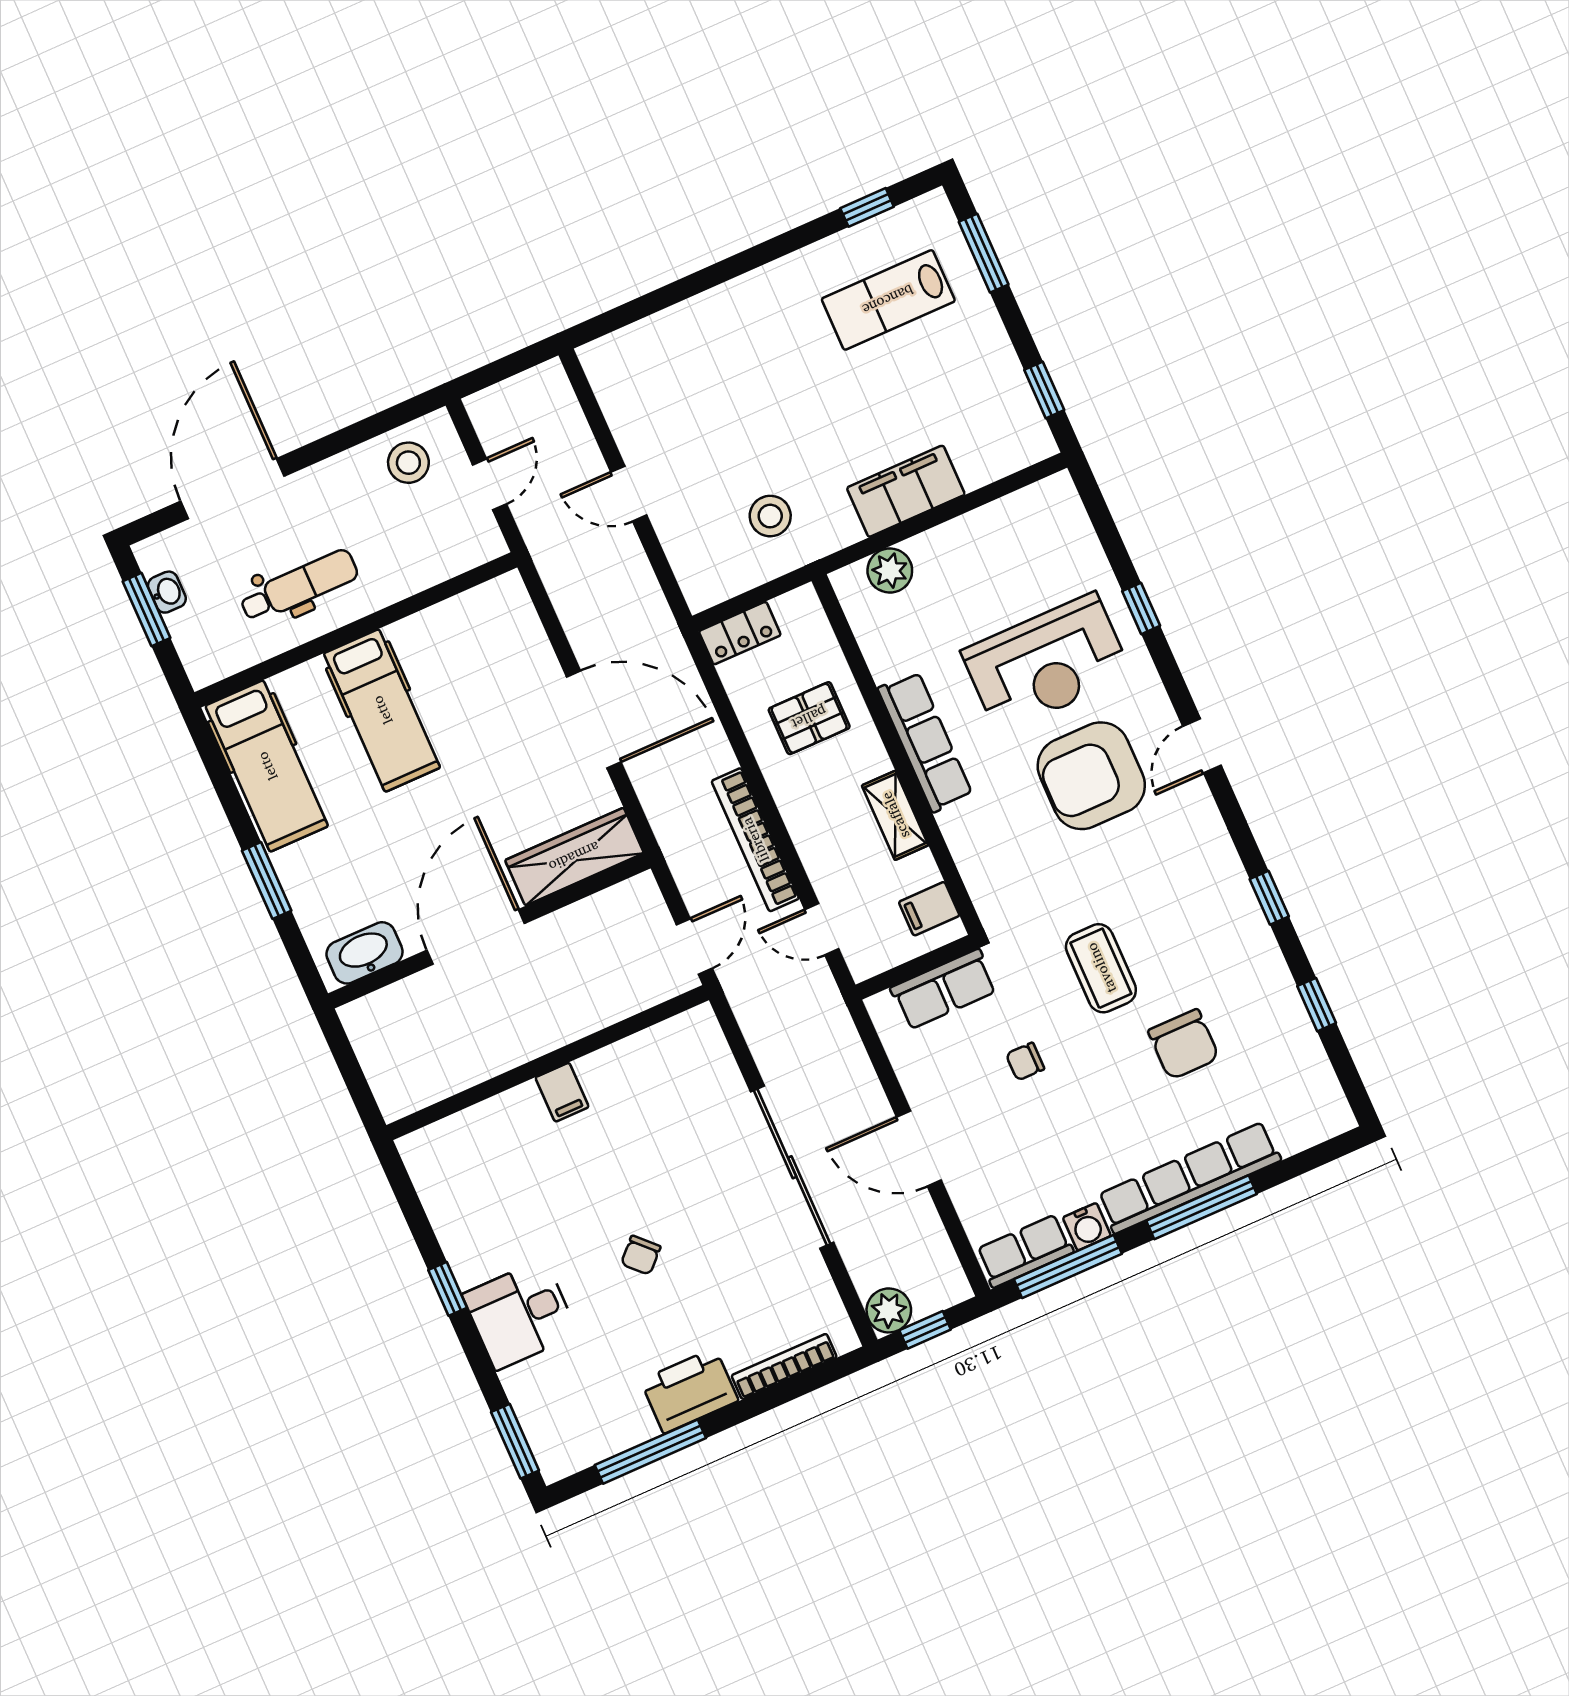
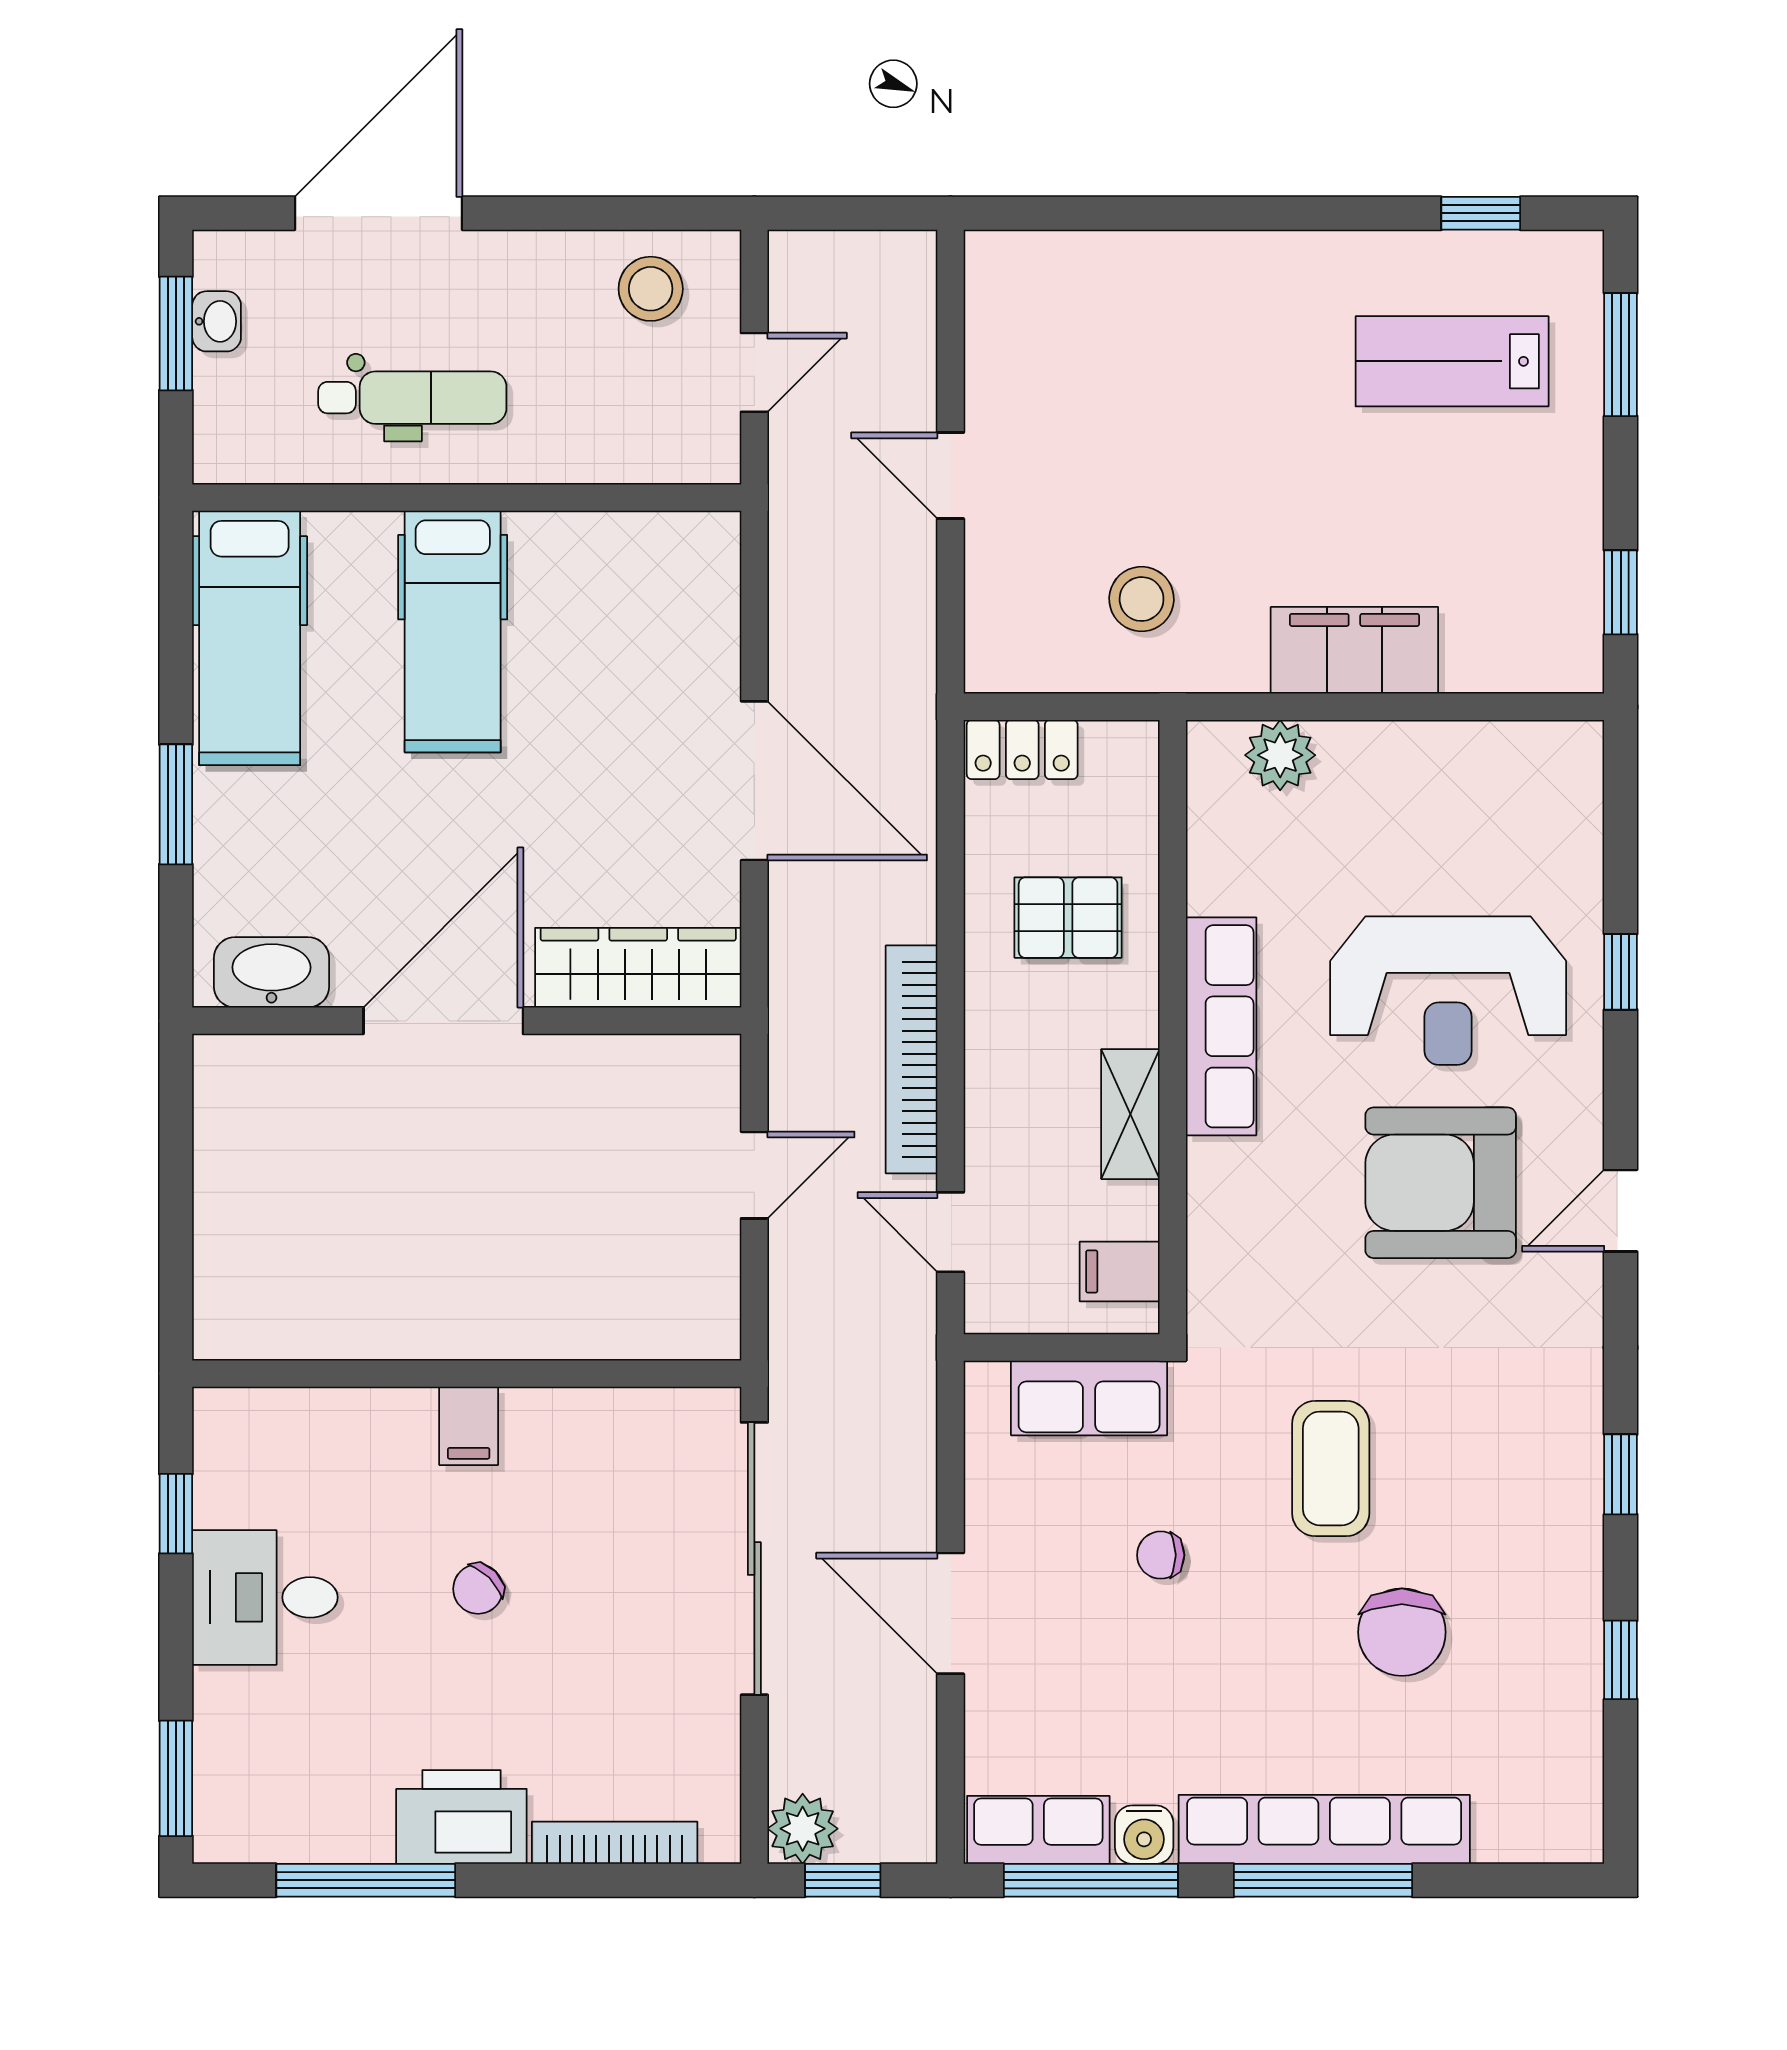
wall: (548, 1063) -> (467, 1374), moved
filing cabinet: (562, 1092) -> (469, 1426), moved

